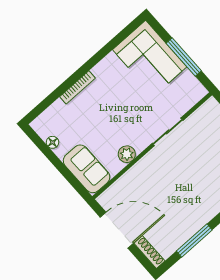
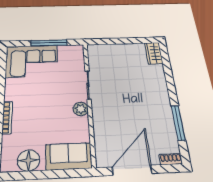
floor lamp: (52, 142) -> (29, 160), width x1.89, depth x1.89
plant: (127, 154) -> (81, 109), moved
shoe rack: (149, 252) -> (171, 159), width x0.70

